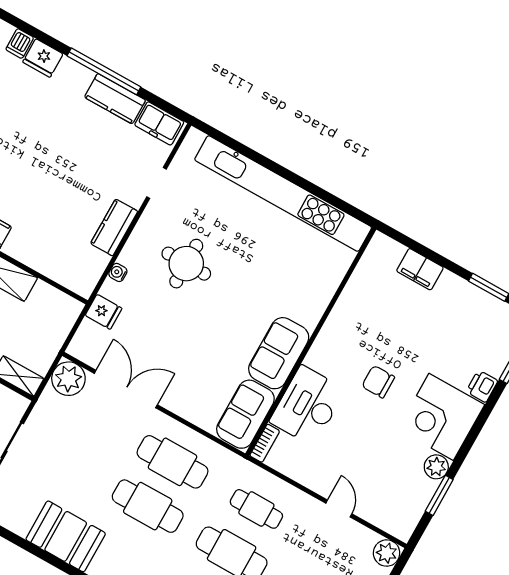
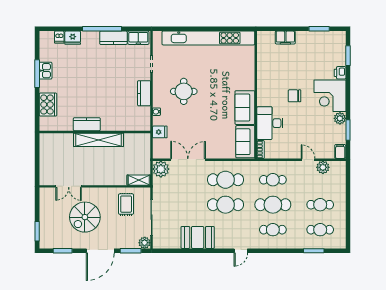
filing cabinet: (404, 526) -> (340, 152), added
plant: (387, 553) -> (323, 167), moved

